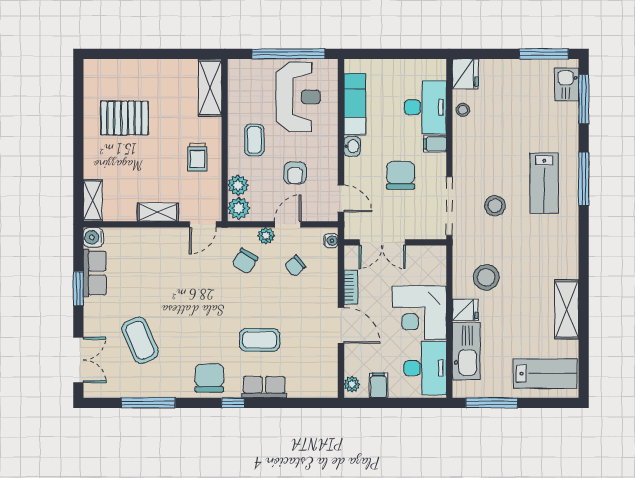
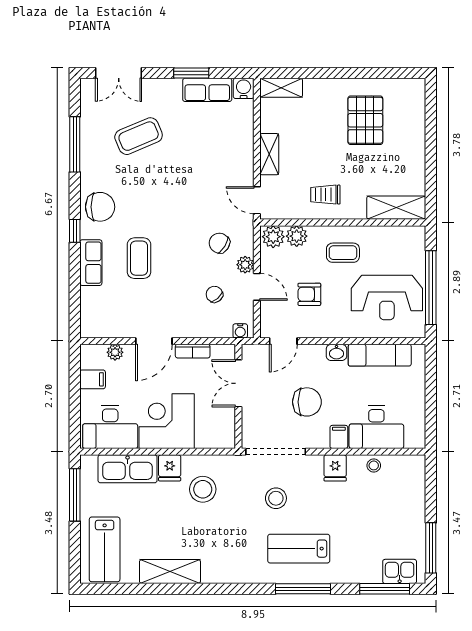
fridge: (465, 74) -> (335, 468), moved, width x0.72
plant: (352, 384) -> (115, 352), moved

